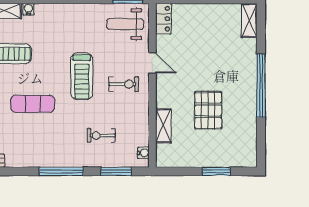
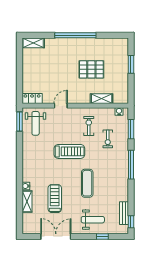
exercise bike: (124, 84) -> (89, 126), moved

